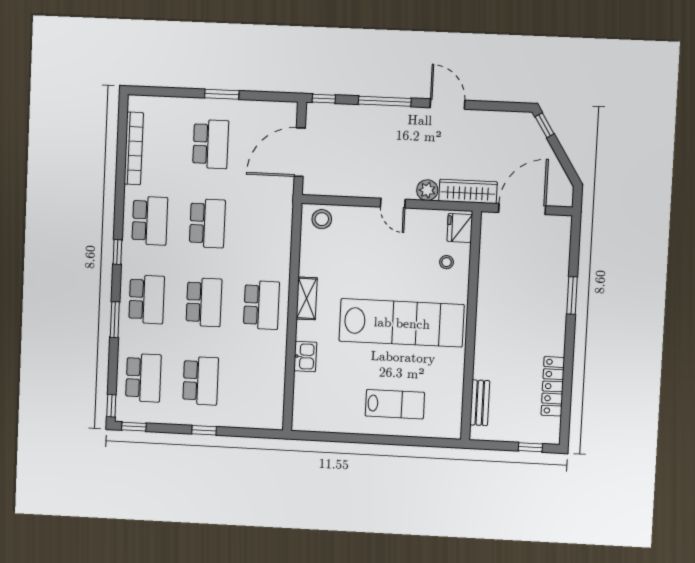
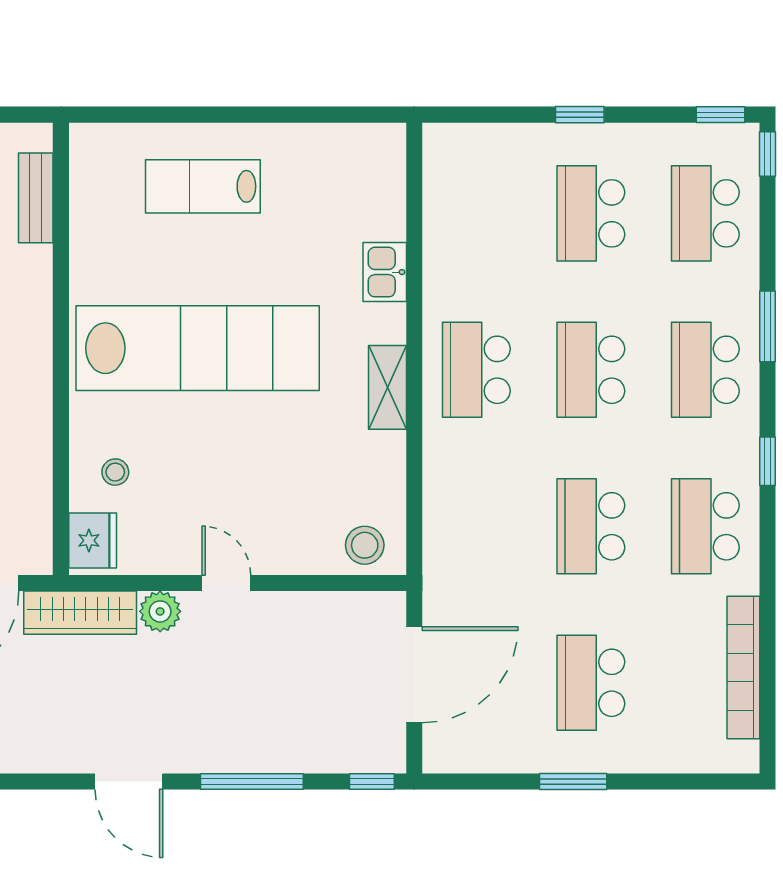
lab bench: (402, 323) -> (198, 348), turned 180

